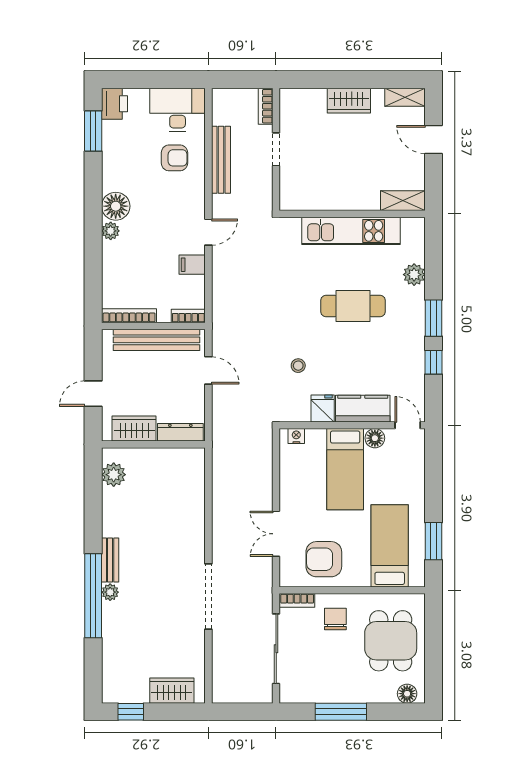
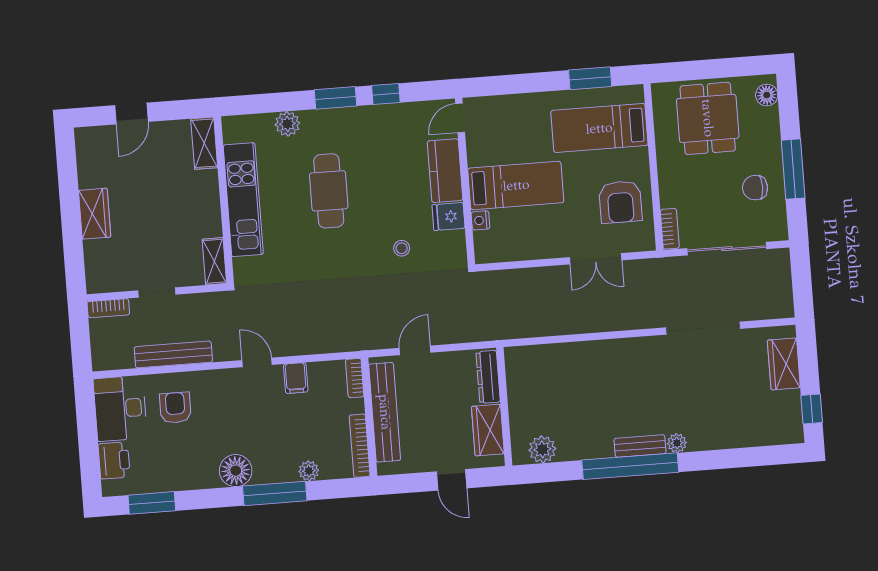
shelving: (405, 97) -> (214, 261), moved
printer: (114, 104) -> (114, 461), moved, turned 90
plant: (111, 231) -> (309, 471), moved
window: (93, 239) -> (275, 493), added
nightstand: (296, 436) -> (480, 220), moved
floor lamp: (375, 438) -> (478, 154), removed
window: (93, 596) -> (630, 466), moved
doorway: (208, 597) -> (703, 328), moved
chair: (335, 619) -> (755, 188), moved
dining table: (391, 641) -> (708, 118), turned 90

